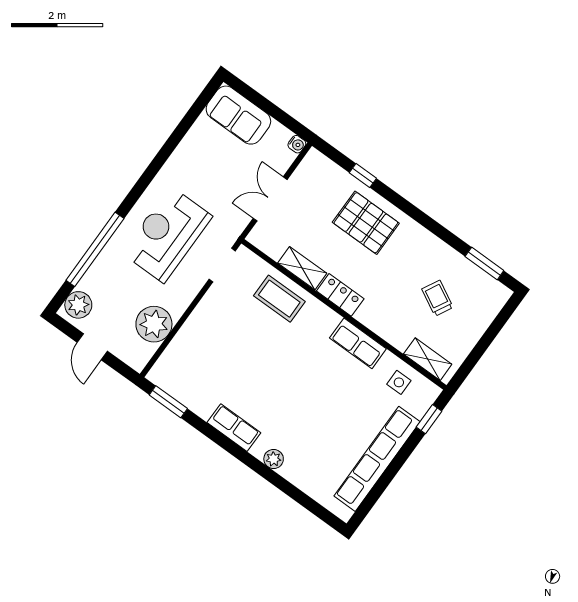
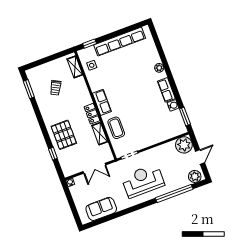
sofa: (238, 115) -> (101, 209), moved, turned -90
reception desk: (167, 235) -> (143, 181), turned 180
plant: (154, 324) -> (184, 145), moved
row of seats: (358, 343) -> (102, 102), moved
water cooler: (203, 407) -> (173, 105), added

